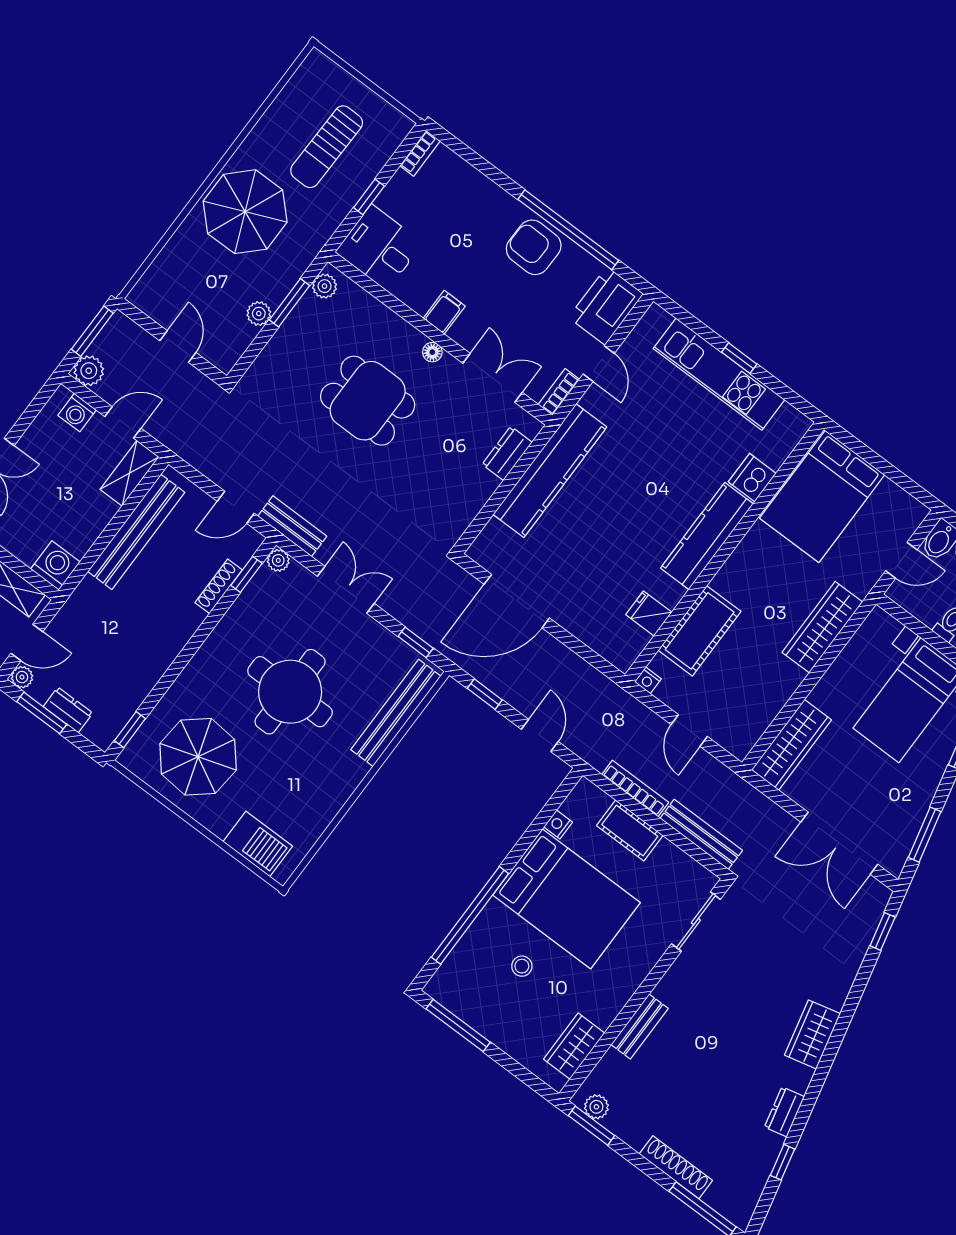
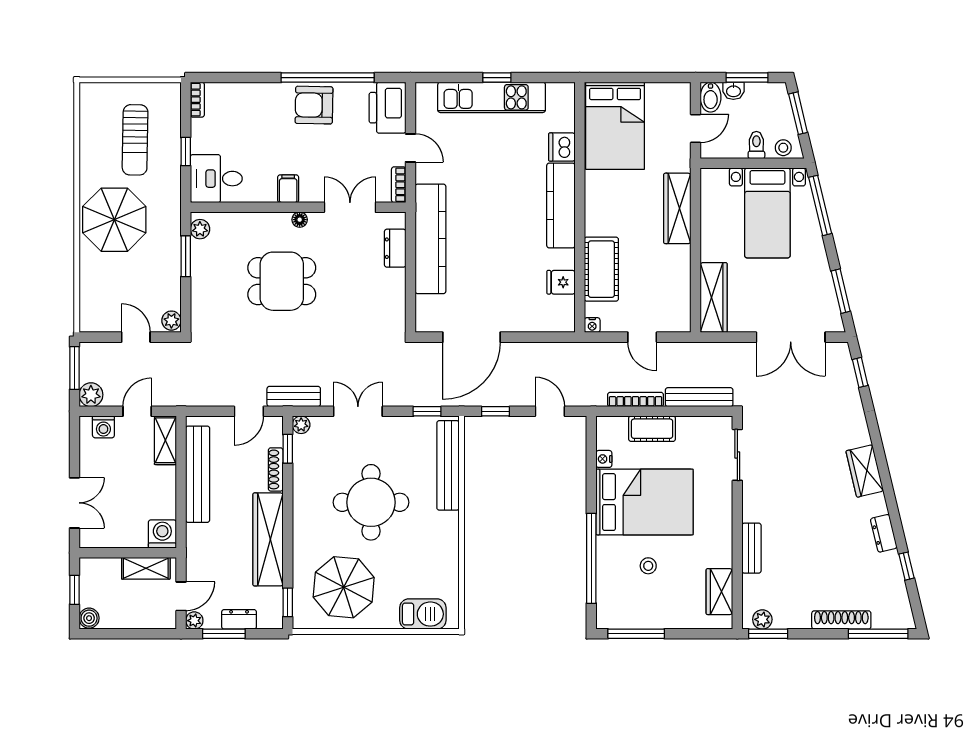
plant: (259, 314) -> (171, 321), moved
wardrobe: (158, 651) -> (268, 539), added

